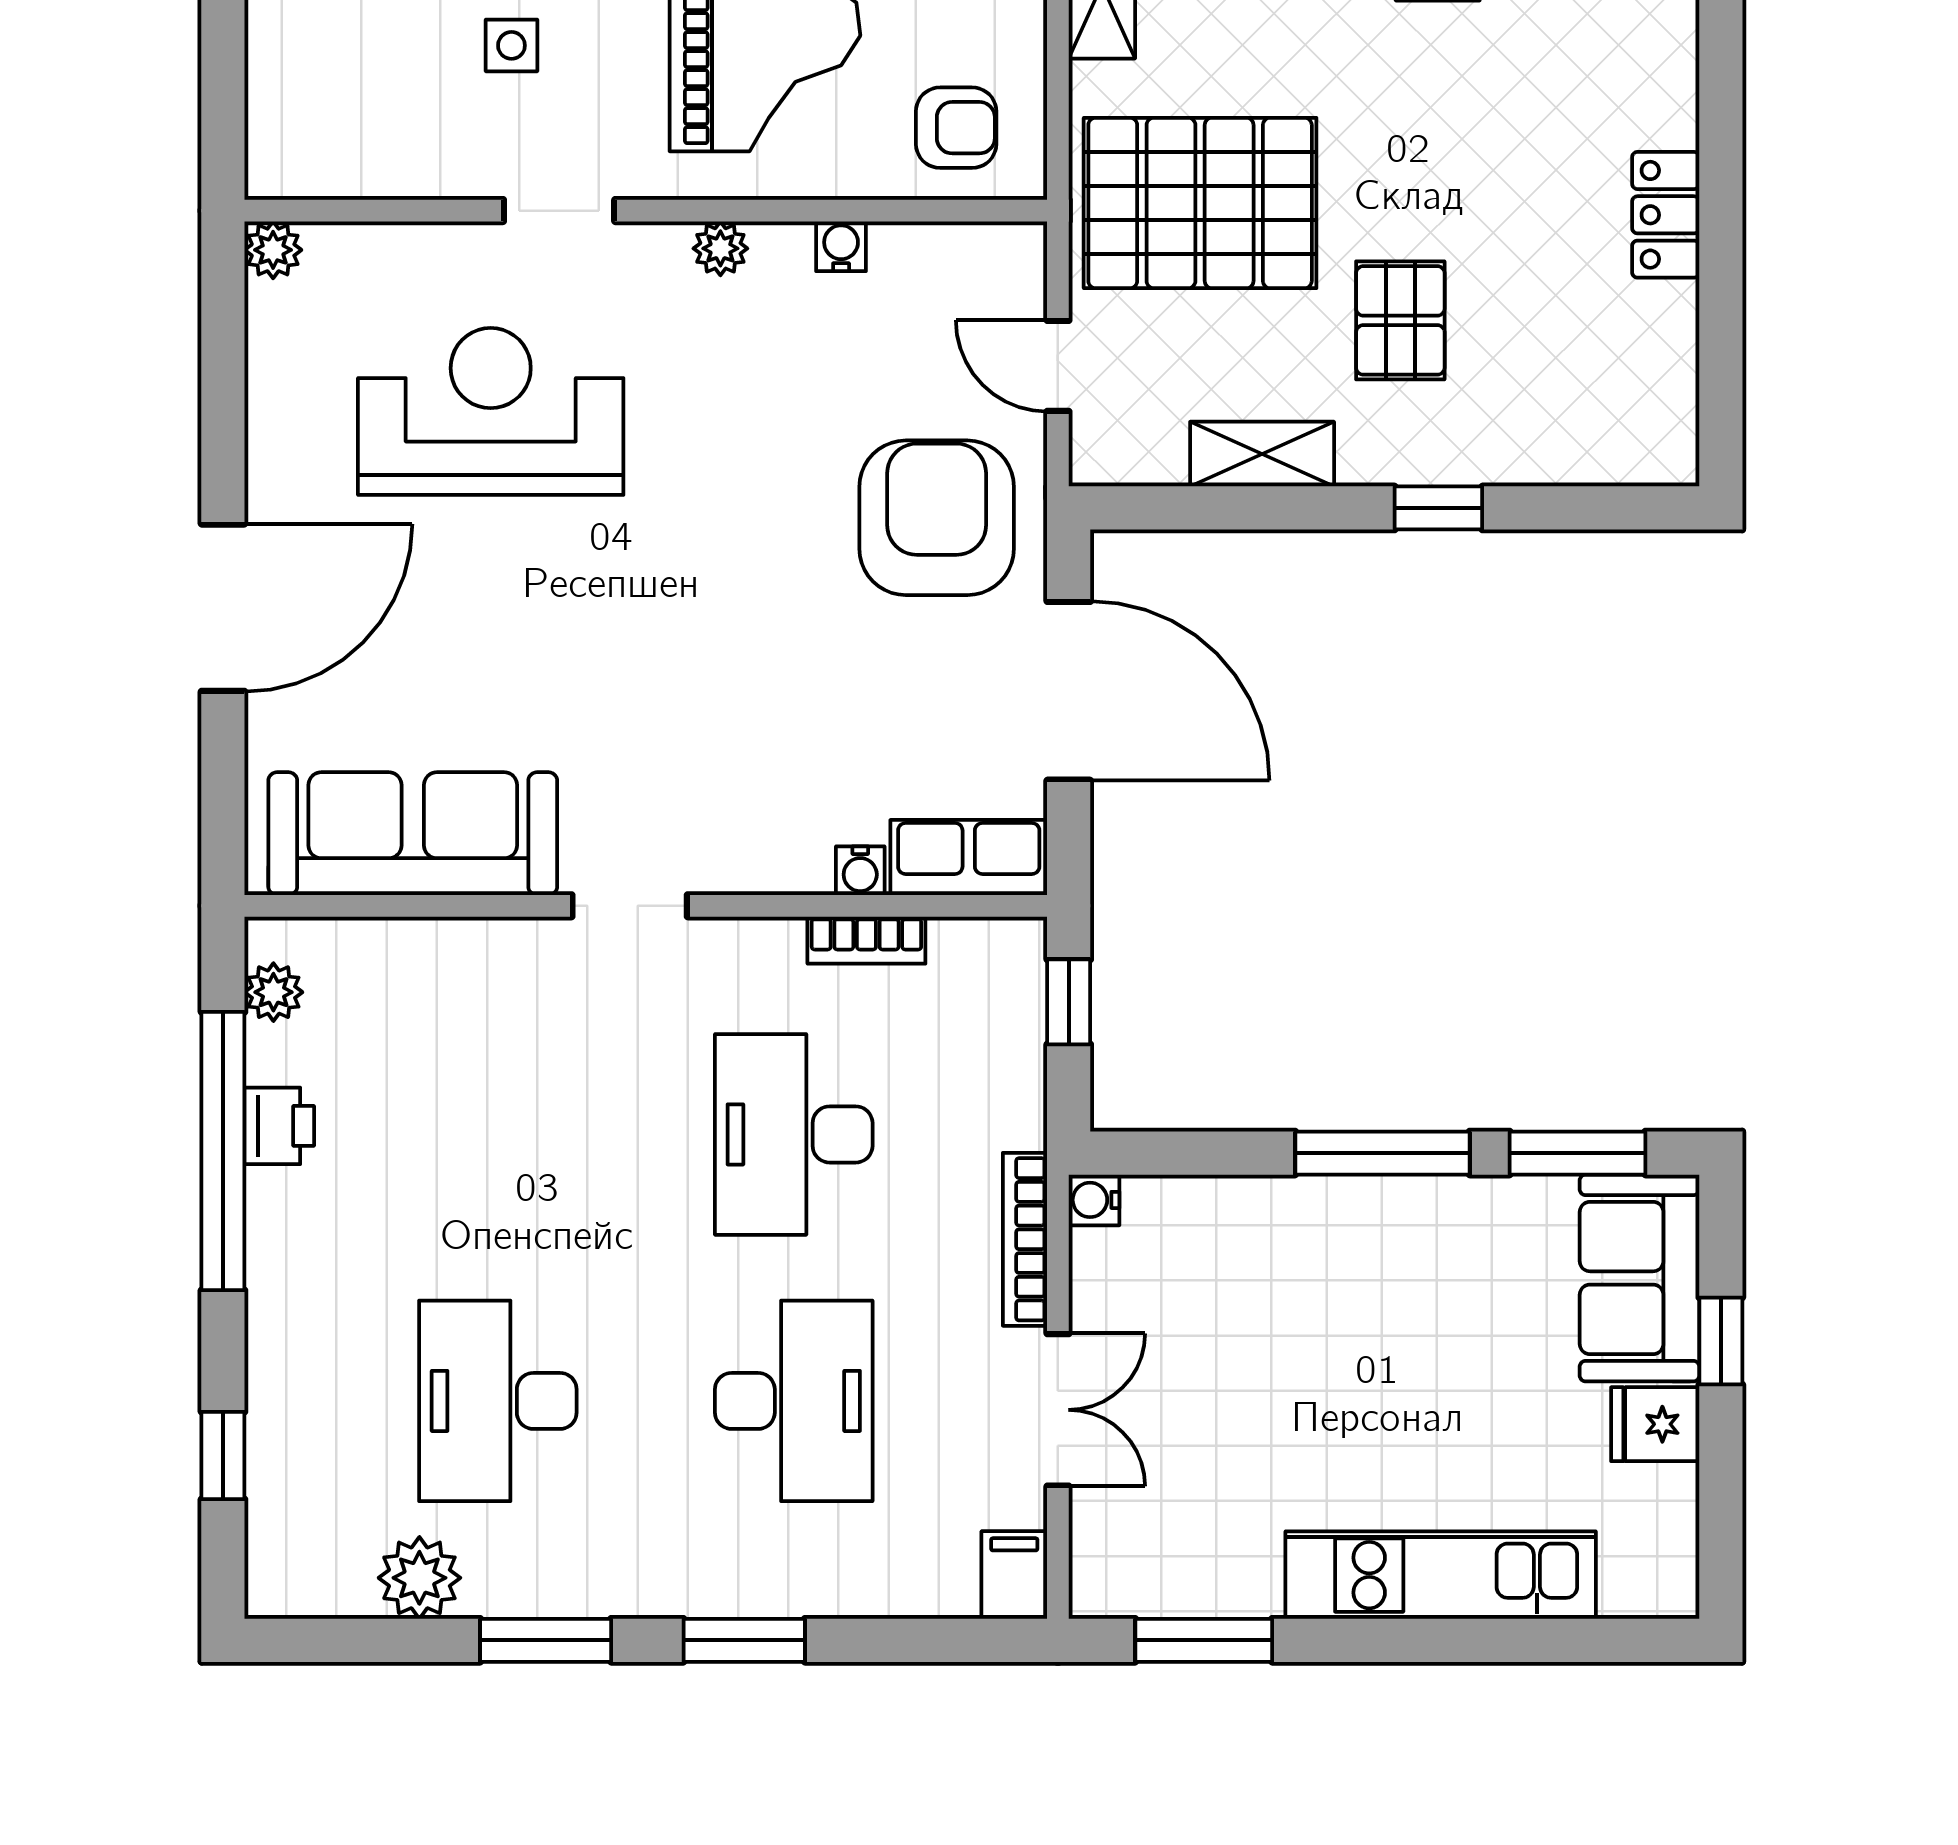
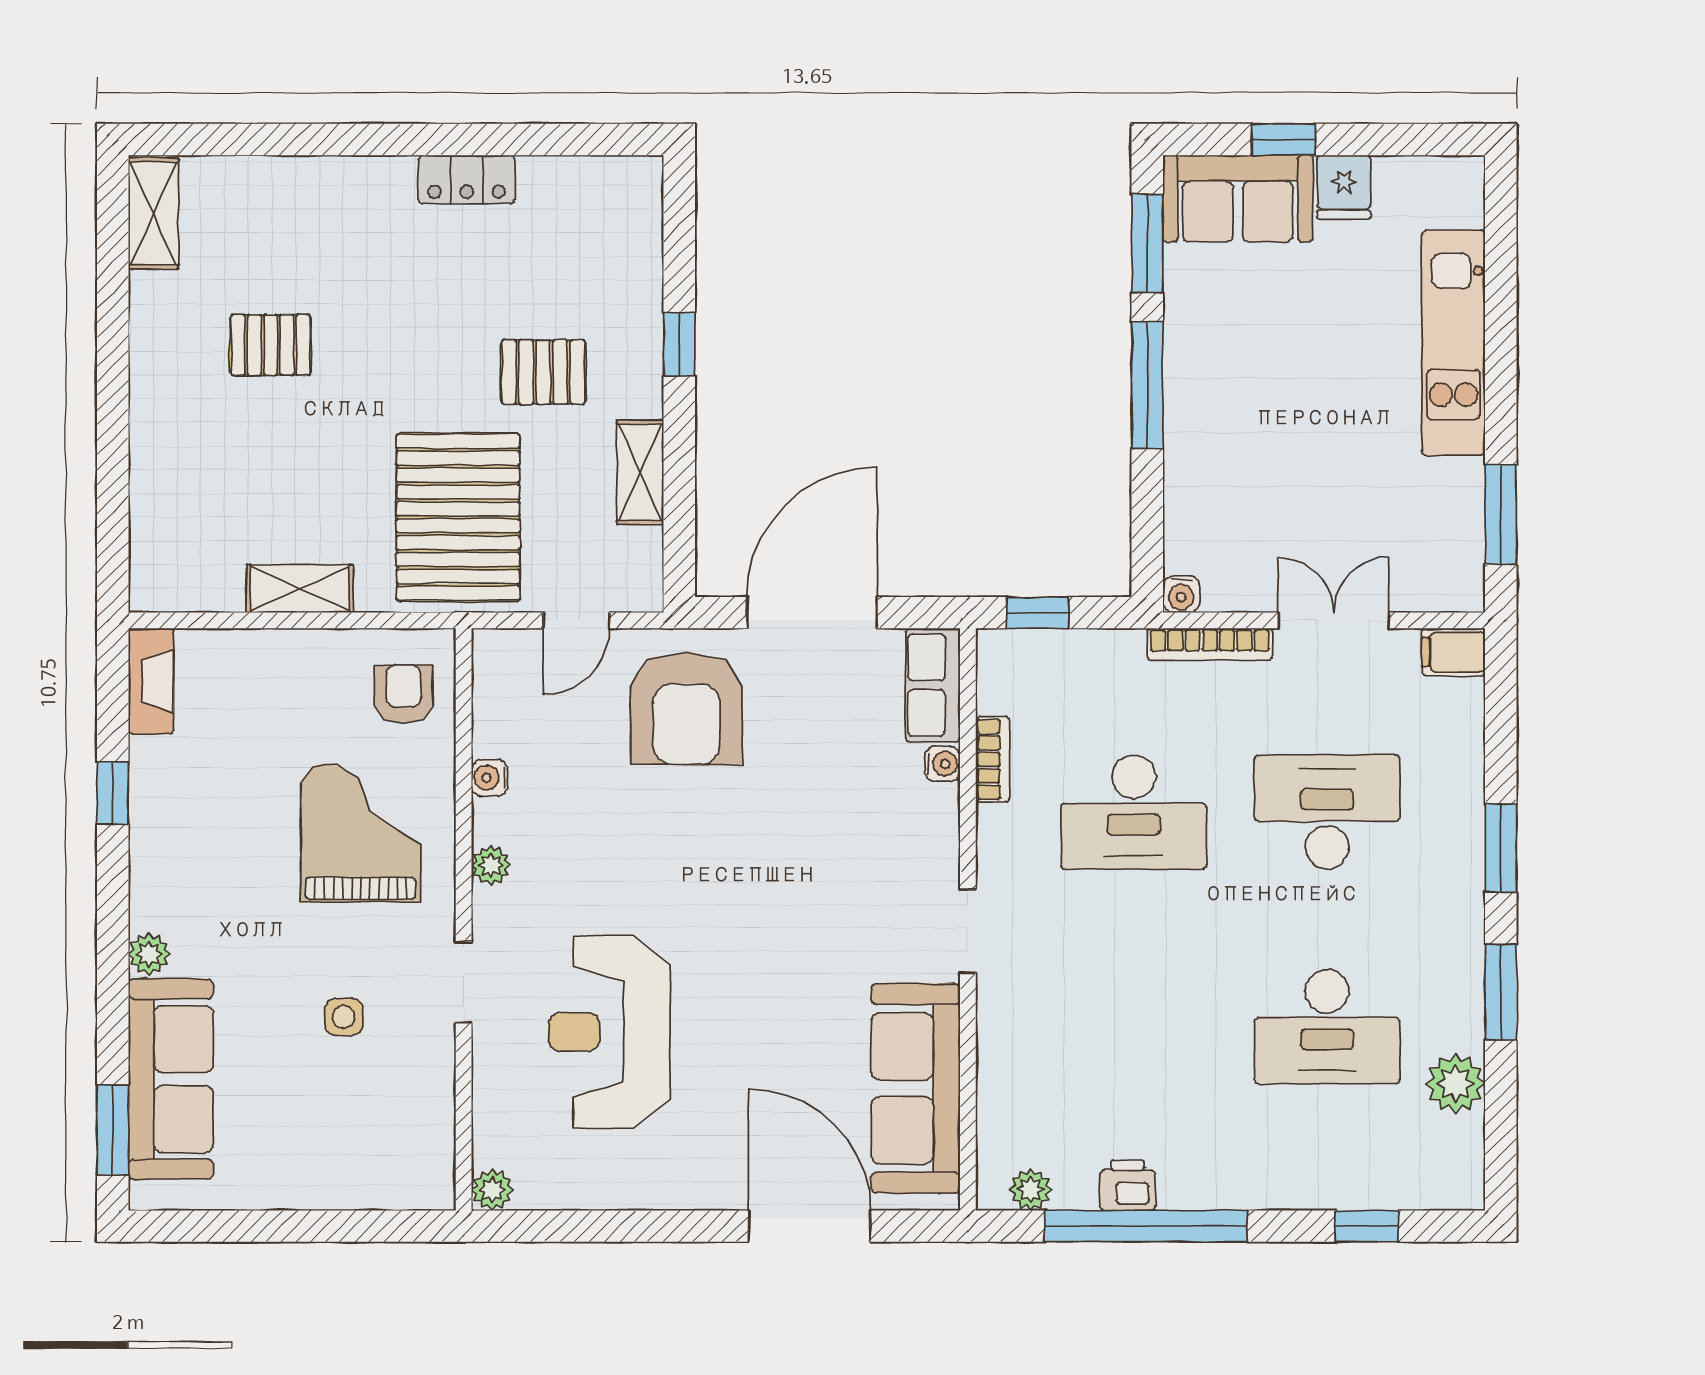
armchair: (937, 518) -> (686, 708), turned -90
door: (223, 608) -> (809, 1226), moved

